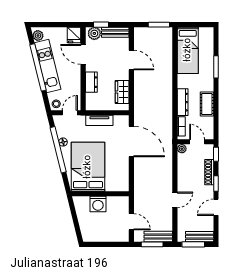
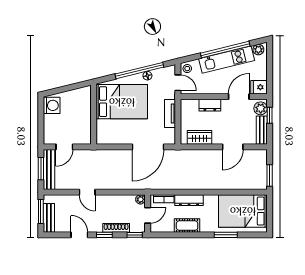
bed: (188, 50) -> (243, 211), width x1.50
washing machine: (98, 204) -> (52, 105), moved, turned 180
bench: (158, 237) -> (49, 170), width x1.36

